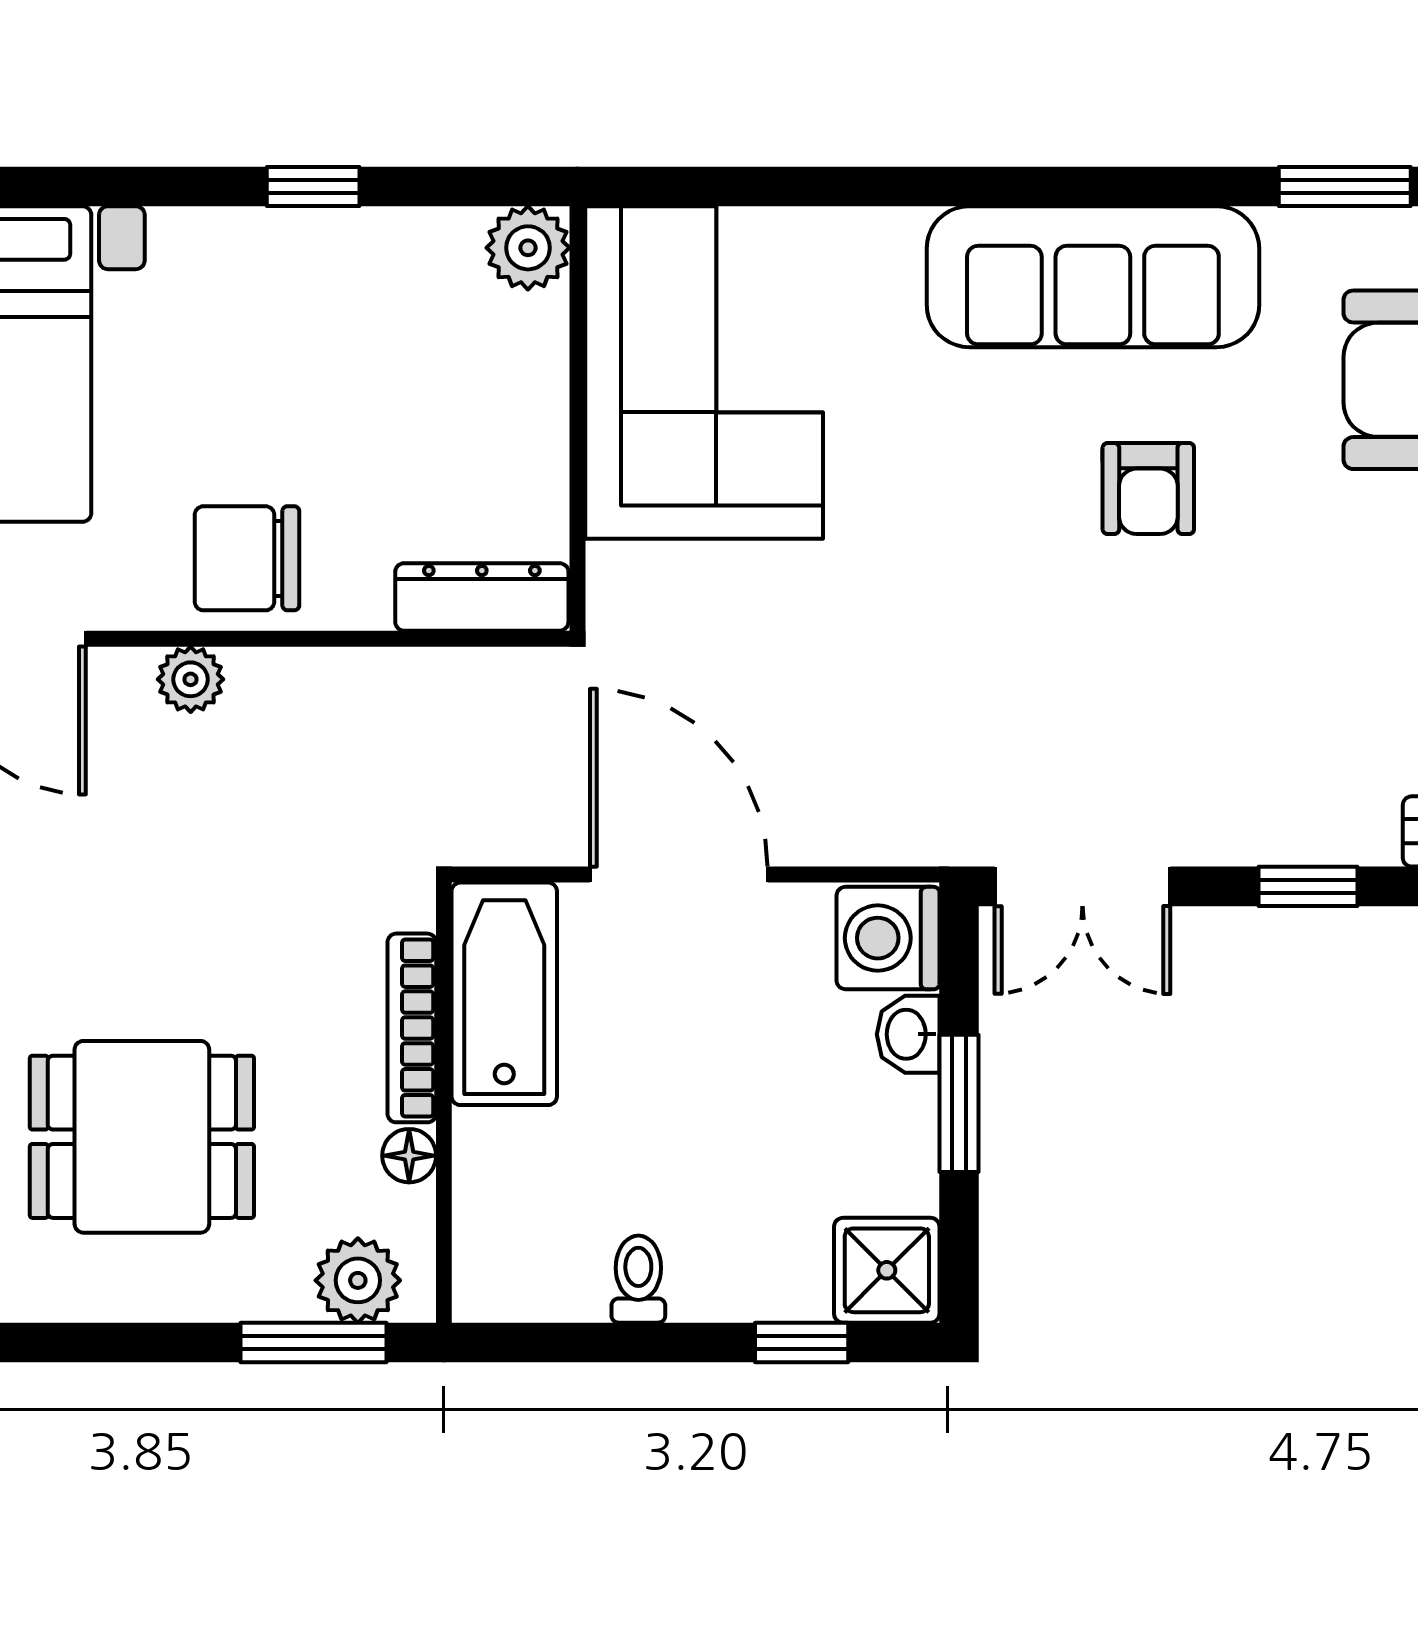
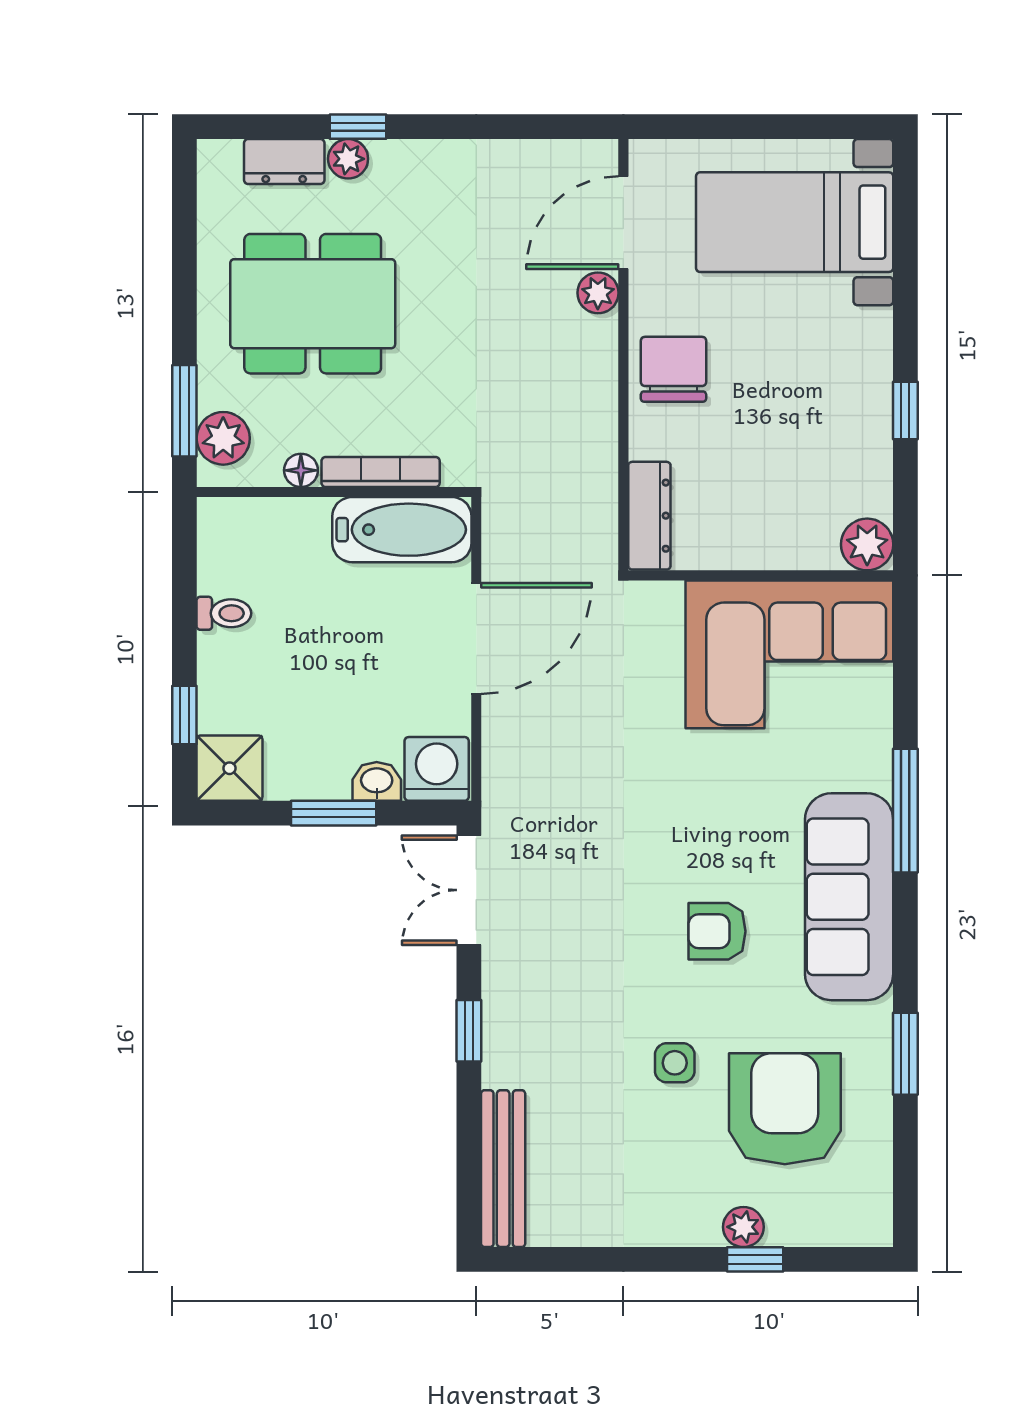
window: (955, 186) -> (905, 811), added
side table: (1359, 556) -> (675, 1063), added
plant: (191, 679) -> (598, 293), moved
dining table: (142, 1137) -> (313, 304), width x1.38

